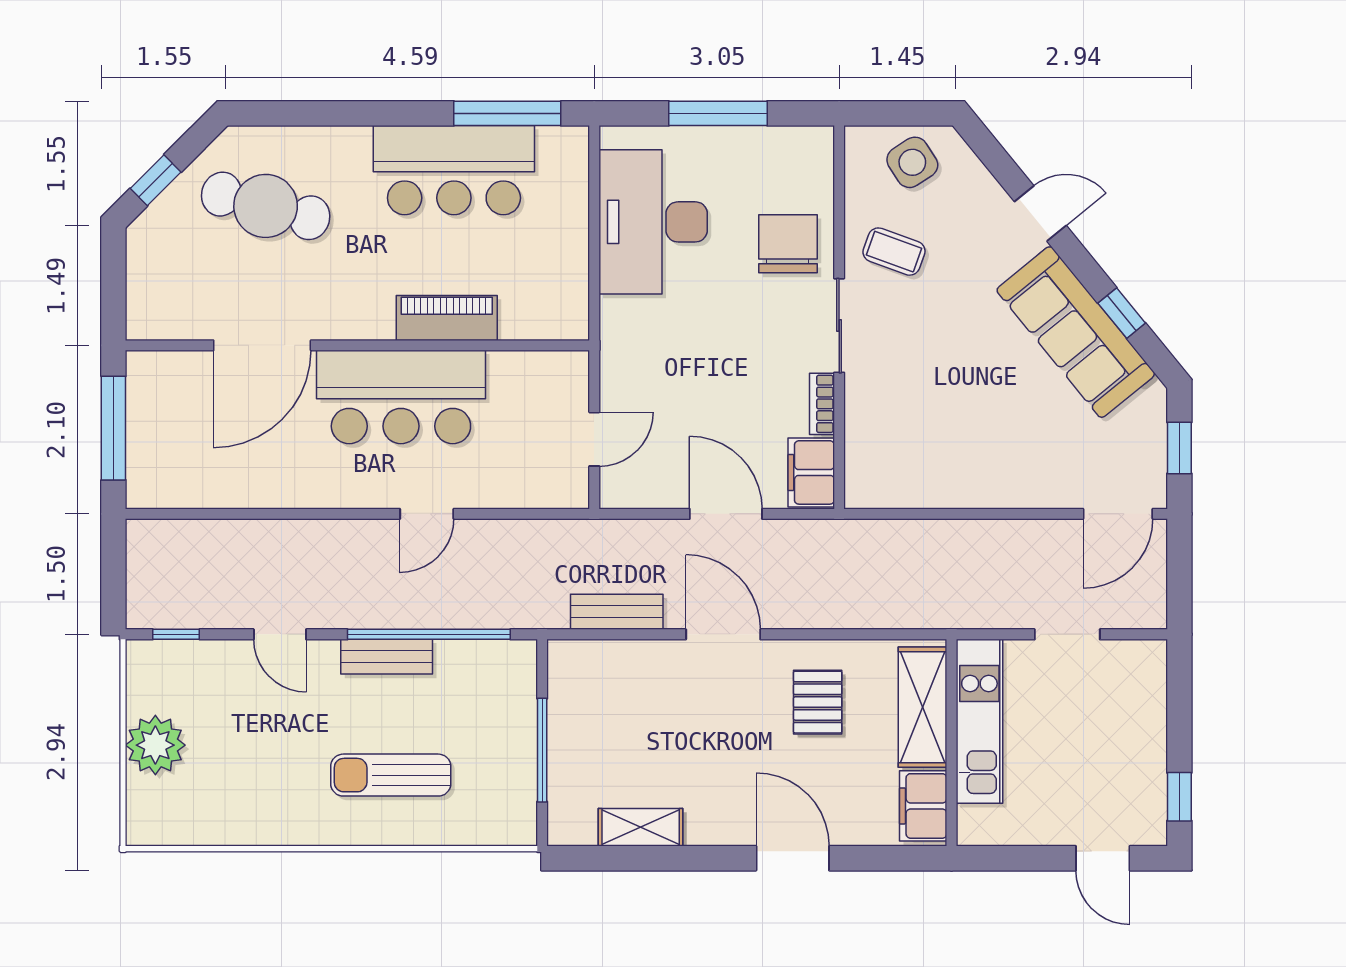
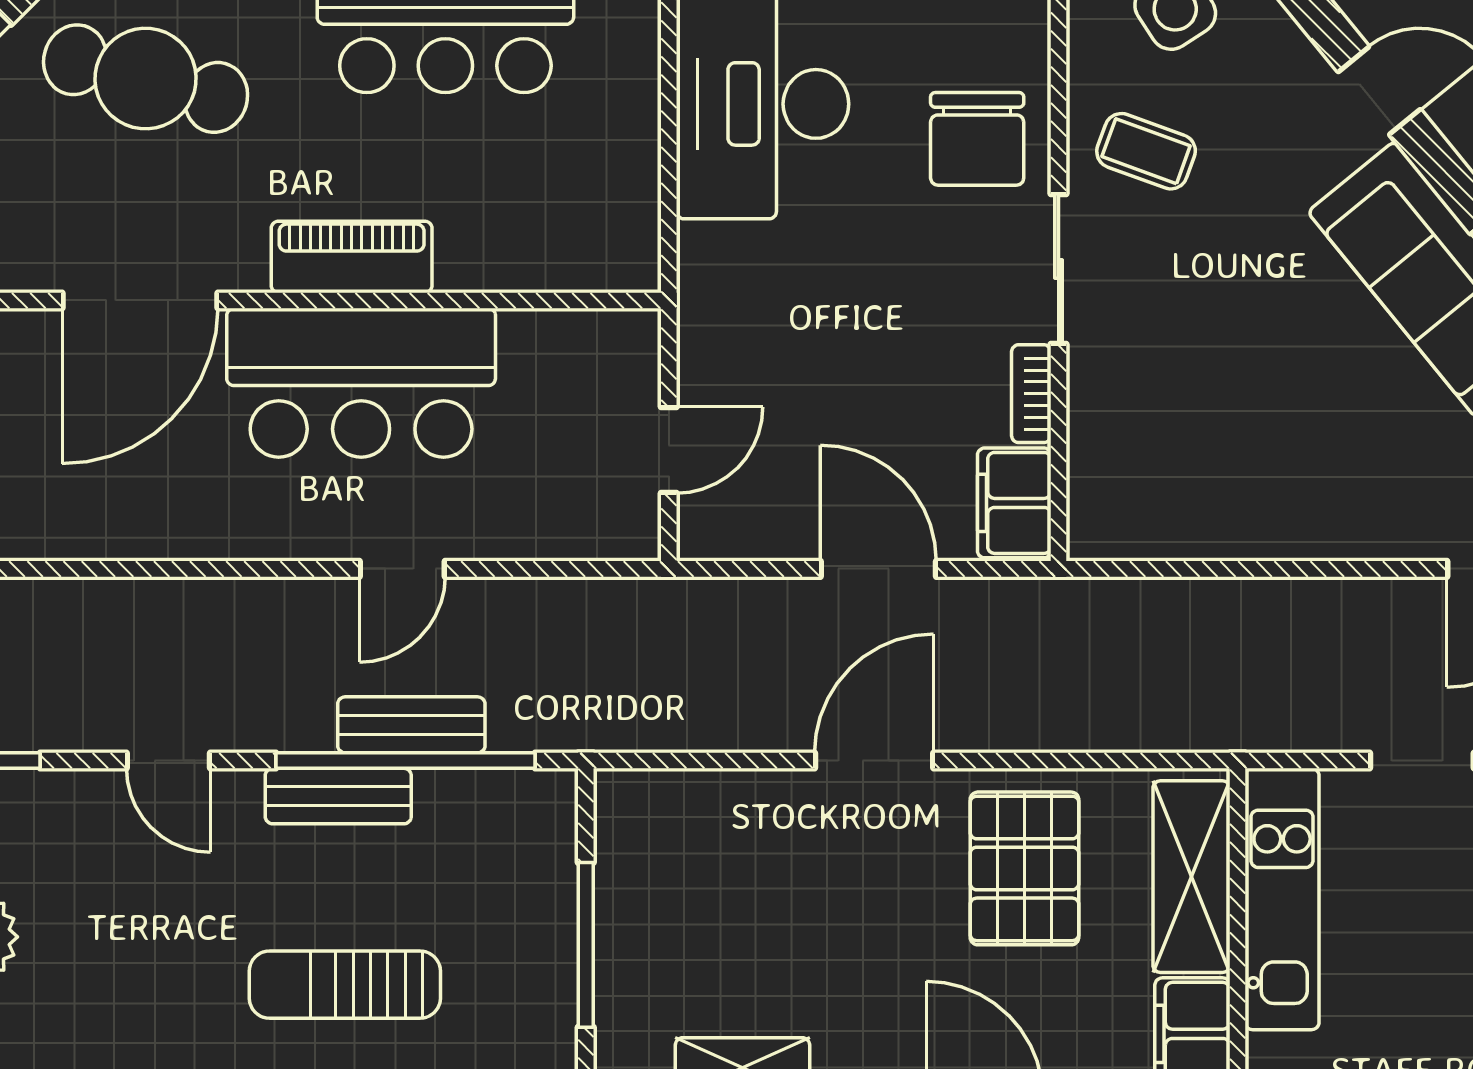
chair: (788, 244) -> (977, 139), turned 180
piano: (447, 318) -> (352, 257), moved
bench: (617, 612) -> (411, 725), moved
door: (723, 634) -> (874, 761), hinge flipped
pallet: (818, 702) -> (1024, 868), width x1.50, depth x1.42

